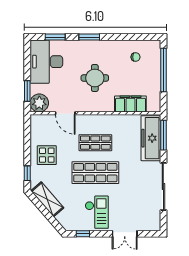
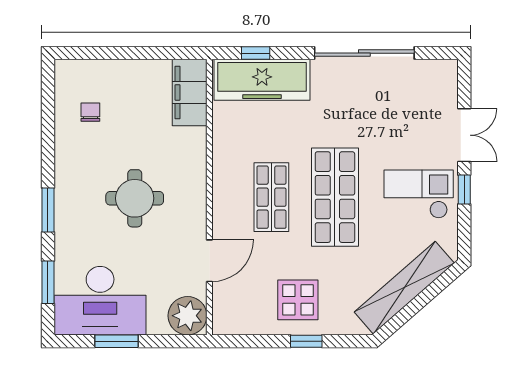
window: (163, 70) -> (118, 53), removed
window: (27, 91) -> (116, 341), moved
filing cabinet: (130, 104) -> (190, 92), moved
window: (163, 135) -> (256, 53), width x0.46
window: (27, 173) -> (306, 341), moved
shelving: (47, 199) -> (404, 288), width x1.47
window: (83, 234) -> (464, 189), moved

